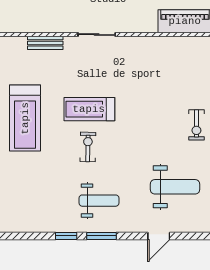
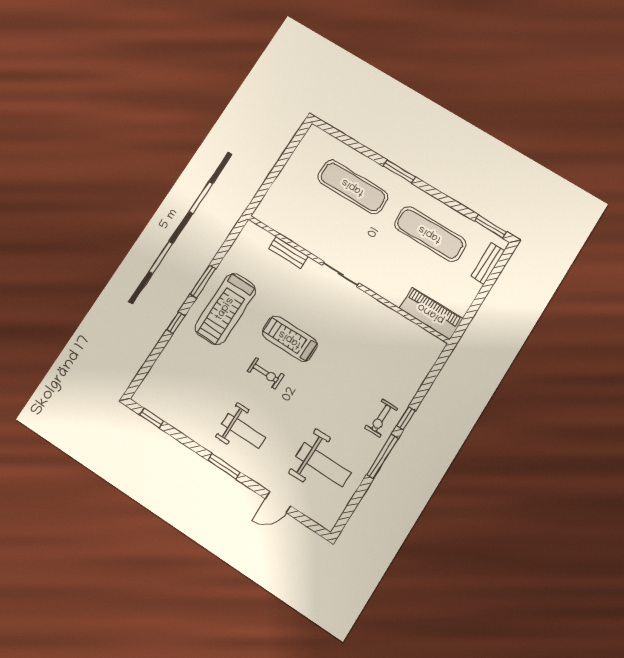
exercise bike: (88, 147) -> (266, 373), turned 89
window: (66, 236) -> (152, 418), moved

